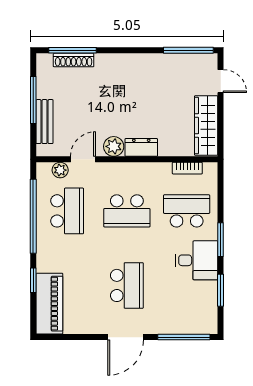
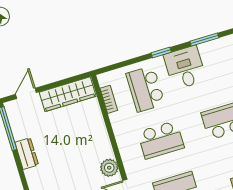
dresser: (141, 147) -> (27, 154), moved, turned 180
school desk: (127, 211) -> (161, 140), turned 90
window: (221, 240) -> (161, 53), width x0.67

